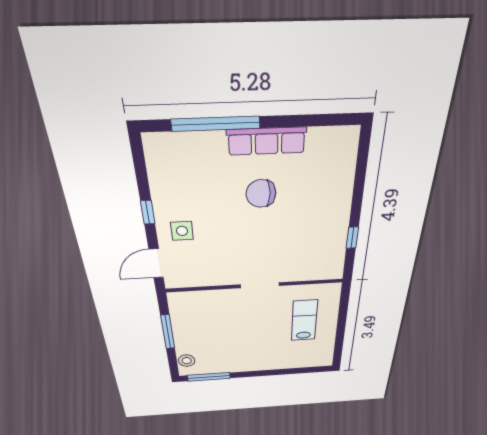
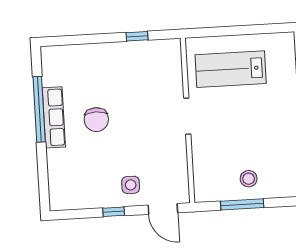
window: (216, 124) -> (39, 109), moved
lab bench: (304, 320) -> (231, 69), width x1.36, depth x1.39
stool: (187, 361) -> (249, 179), moved

